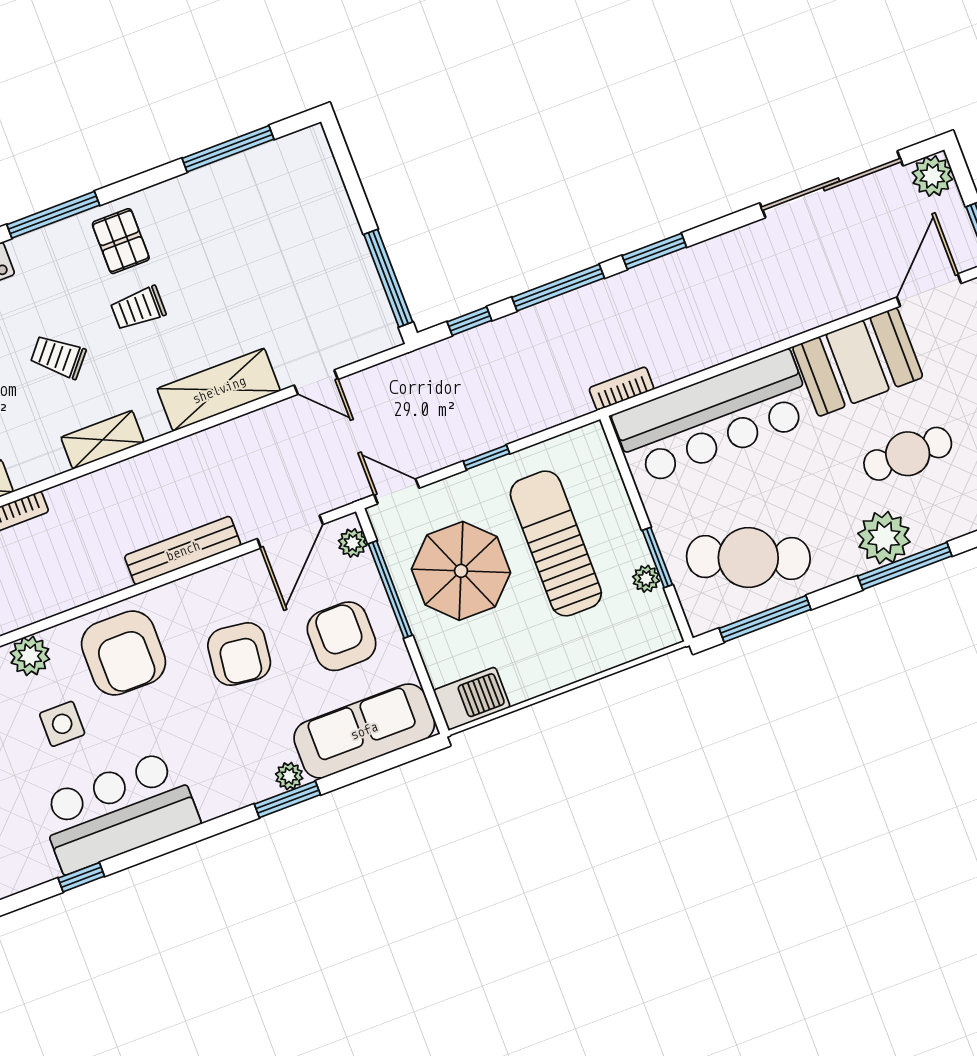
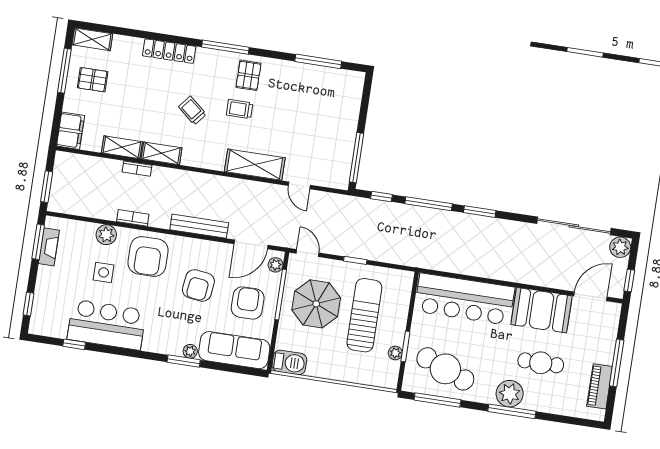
bookcase: (621, 389) -> (133, 218), moved
shelving: (103, 440) -> (162, 153), moved

